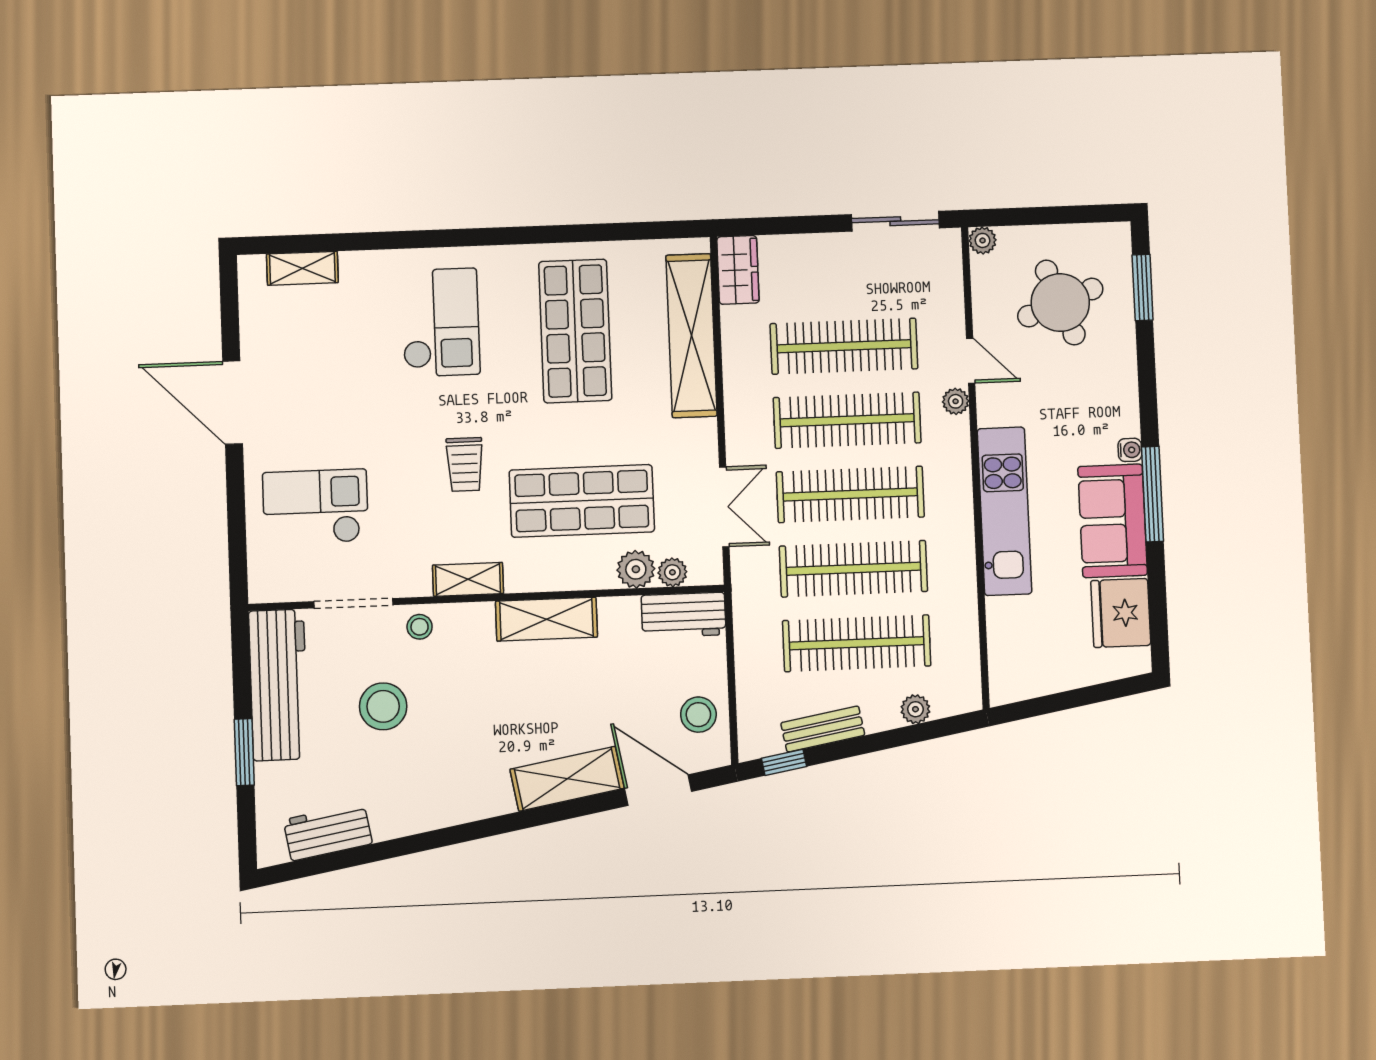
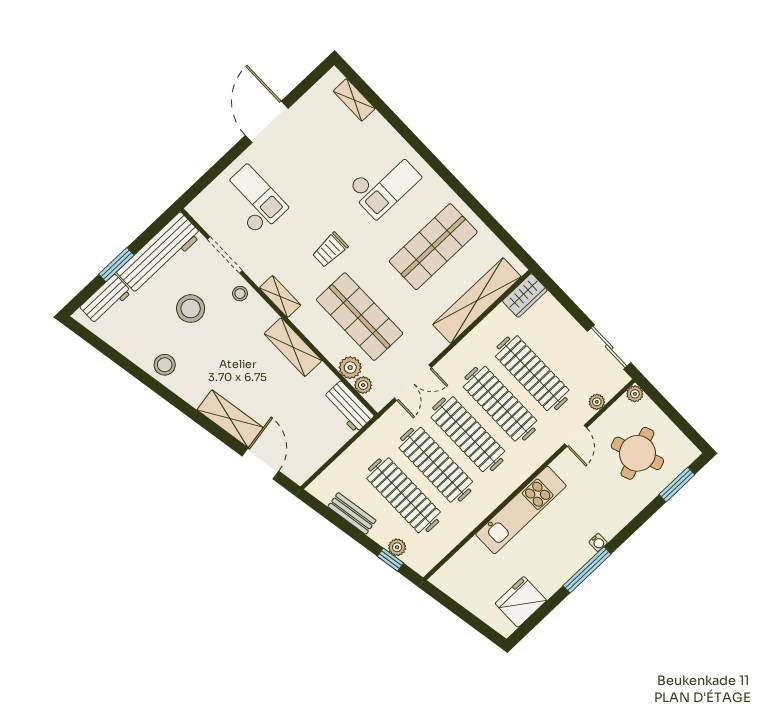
plant: (956, 401) -> (597, 402), moved
sofa: (1113, 521) -> (559, 562), removed
stool: (698, 715) -> (165, 365), moved
window: (784, 762) -> (390, 560), moved
workbench: (328, 832) -> (106, 299), moved, turned 100

